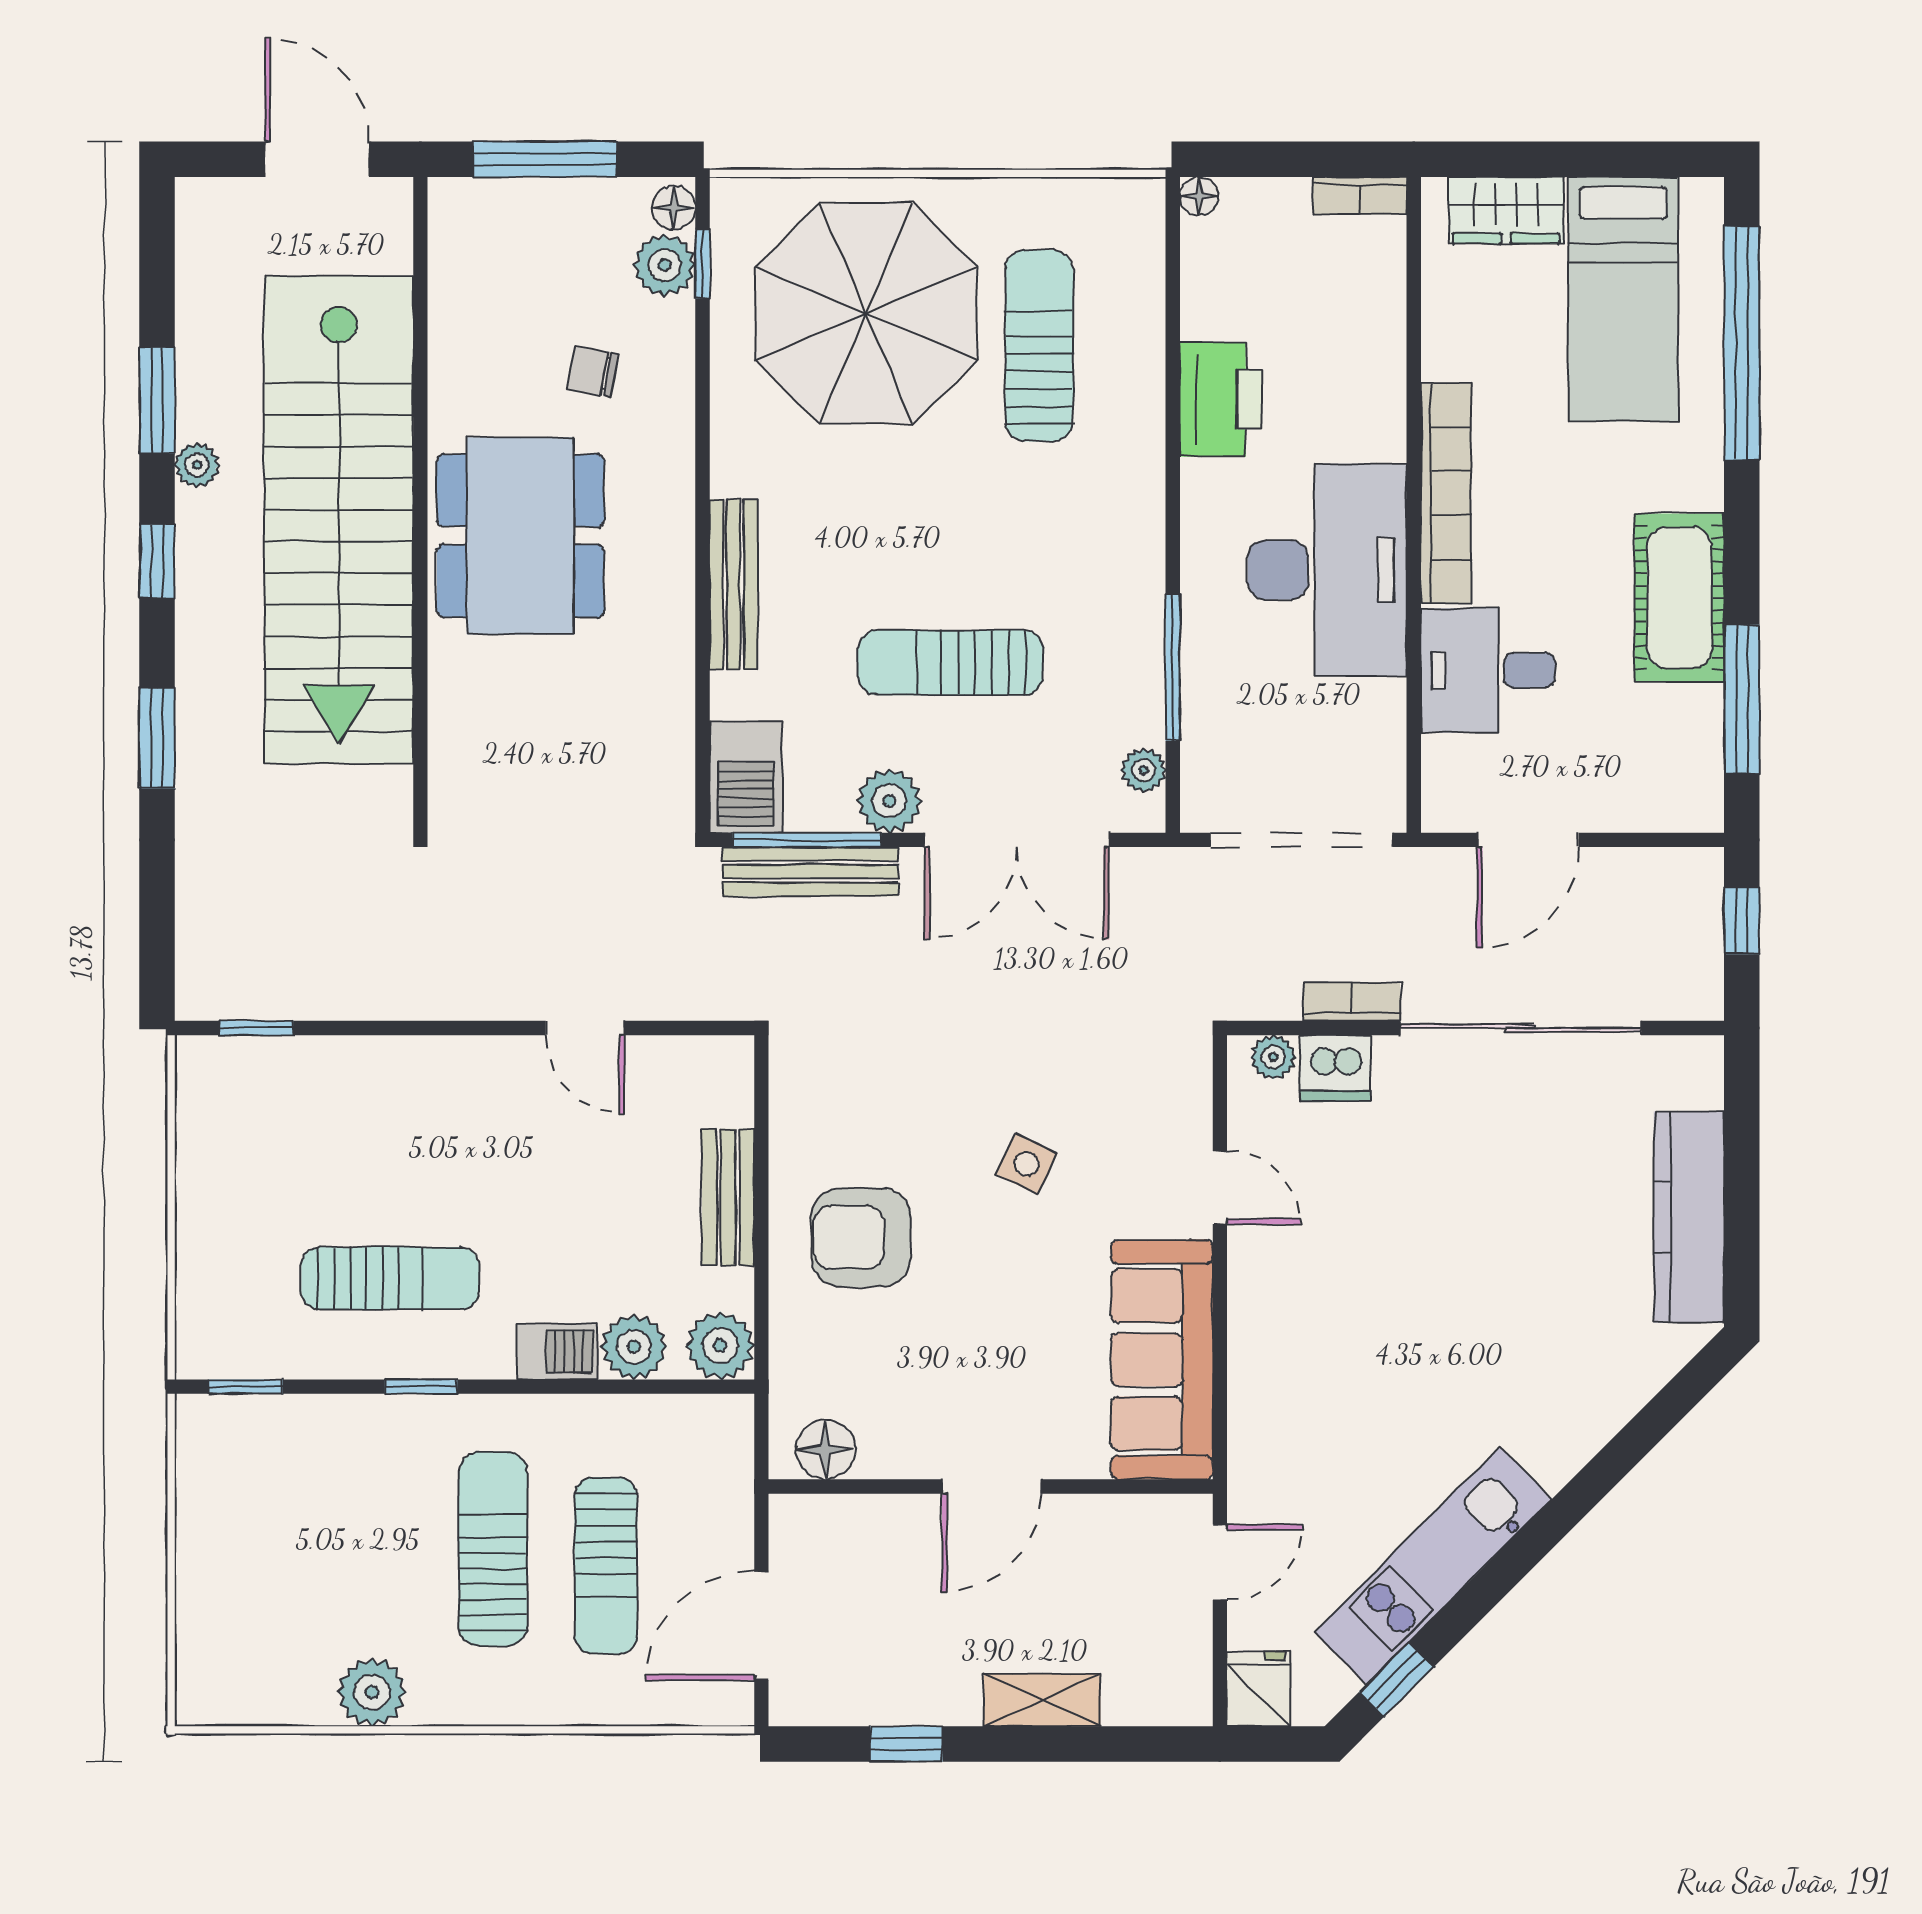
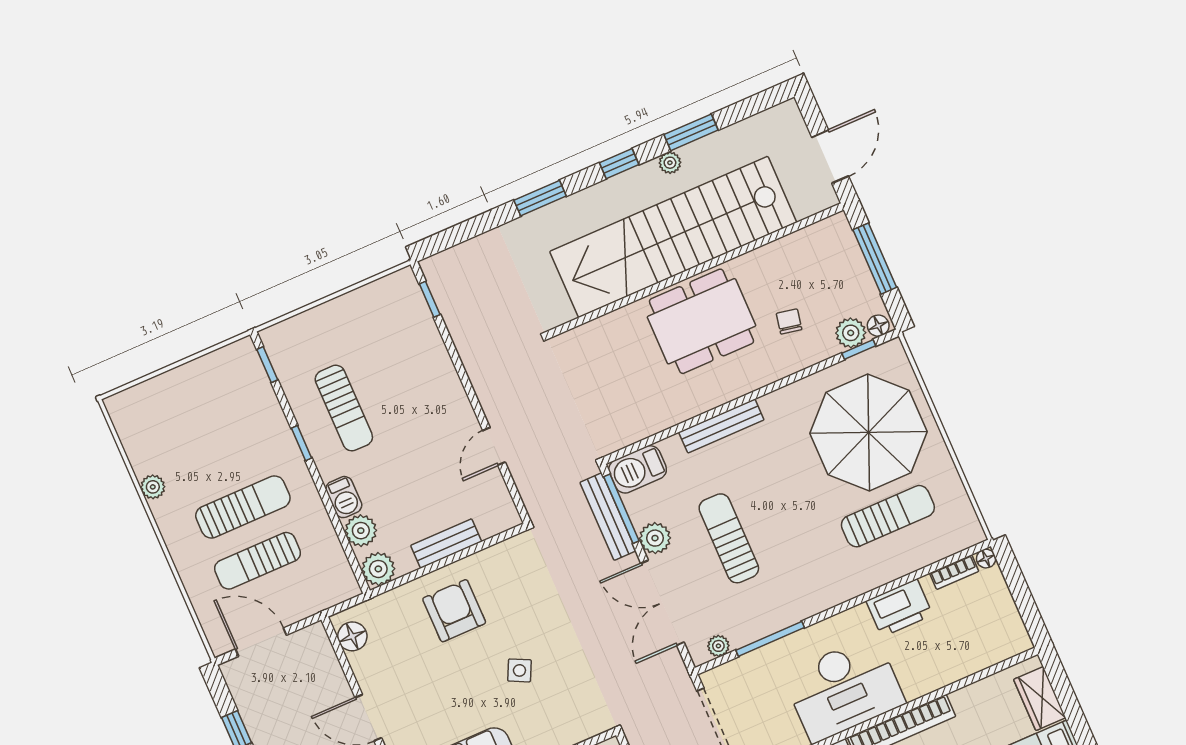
bookcase: (1360, 196) -> (954, 572), moved, turned -90
plant: (372, 1692) -> (153, 487), width x0.73, depth x0.73

